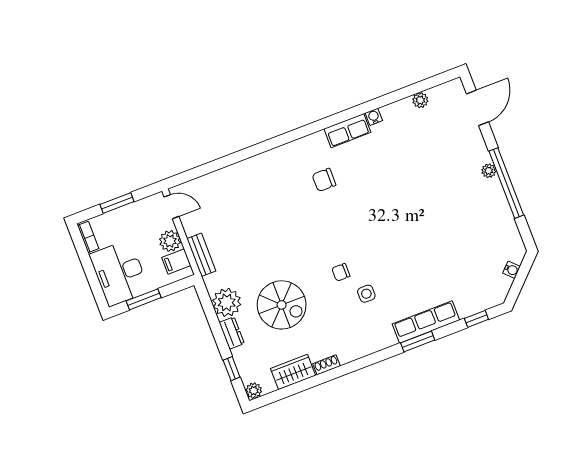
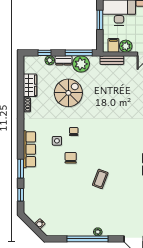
chair: (324, 180) -> (71, 158), moved
coffee table: (401, 200) -> (100, 179), added
spiral stairs: (282, 305) -> (68, 93), turned 180
window: (210, 313) -> (79, 53), added
row of seats: (426, 322) -> (29, 149), moved
window: (418, 341) -> (21, 169), moved
plant: (254, 391) -> (50, 60), moved

